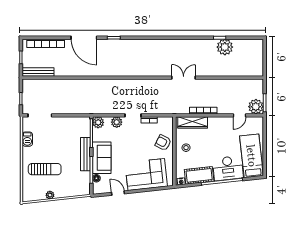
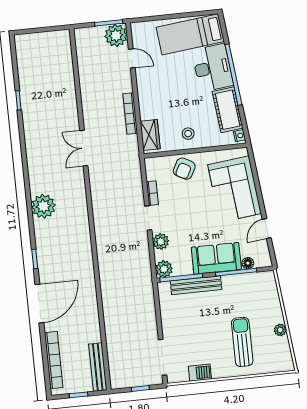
plant: (225, 47) -> (43, 206), moved
wardrobe: (193, 122) -> (150, 135), width x0.67
bench: (85, 154) -> (196, 285), moved

